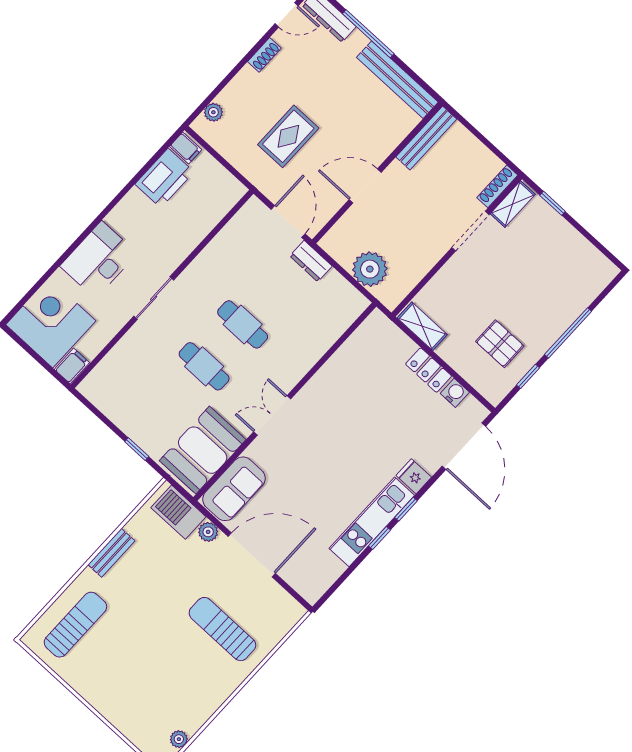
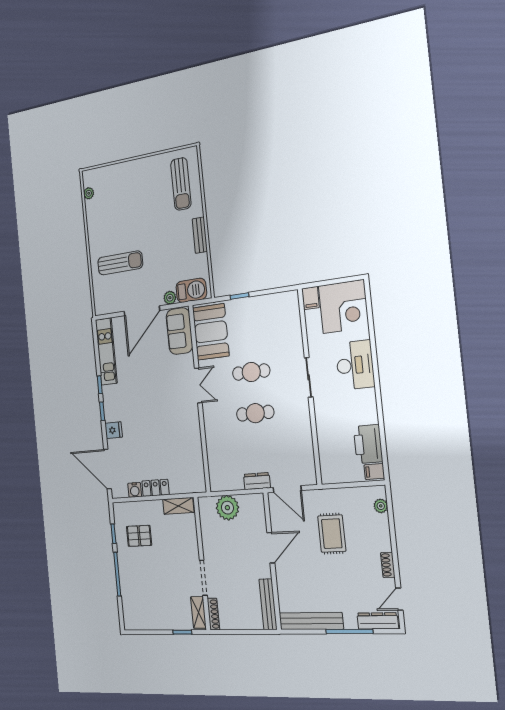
kitchen unit: (372, 522) -> (106, 351), moved

